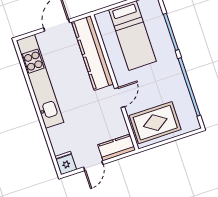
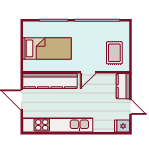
door: (120, 98) -> (88, 72), swing flipped
rug: (155, 123) -> (114, 53), width x0.73, depth x0.70

